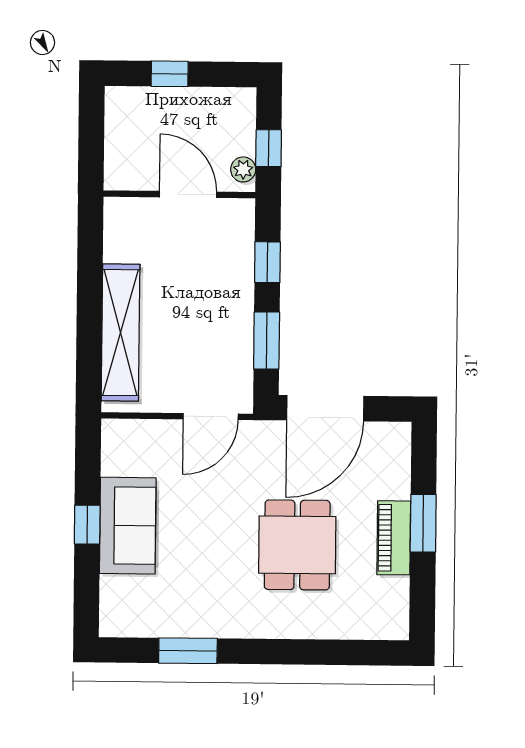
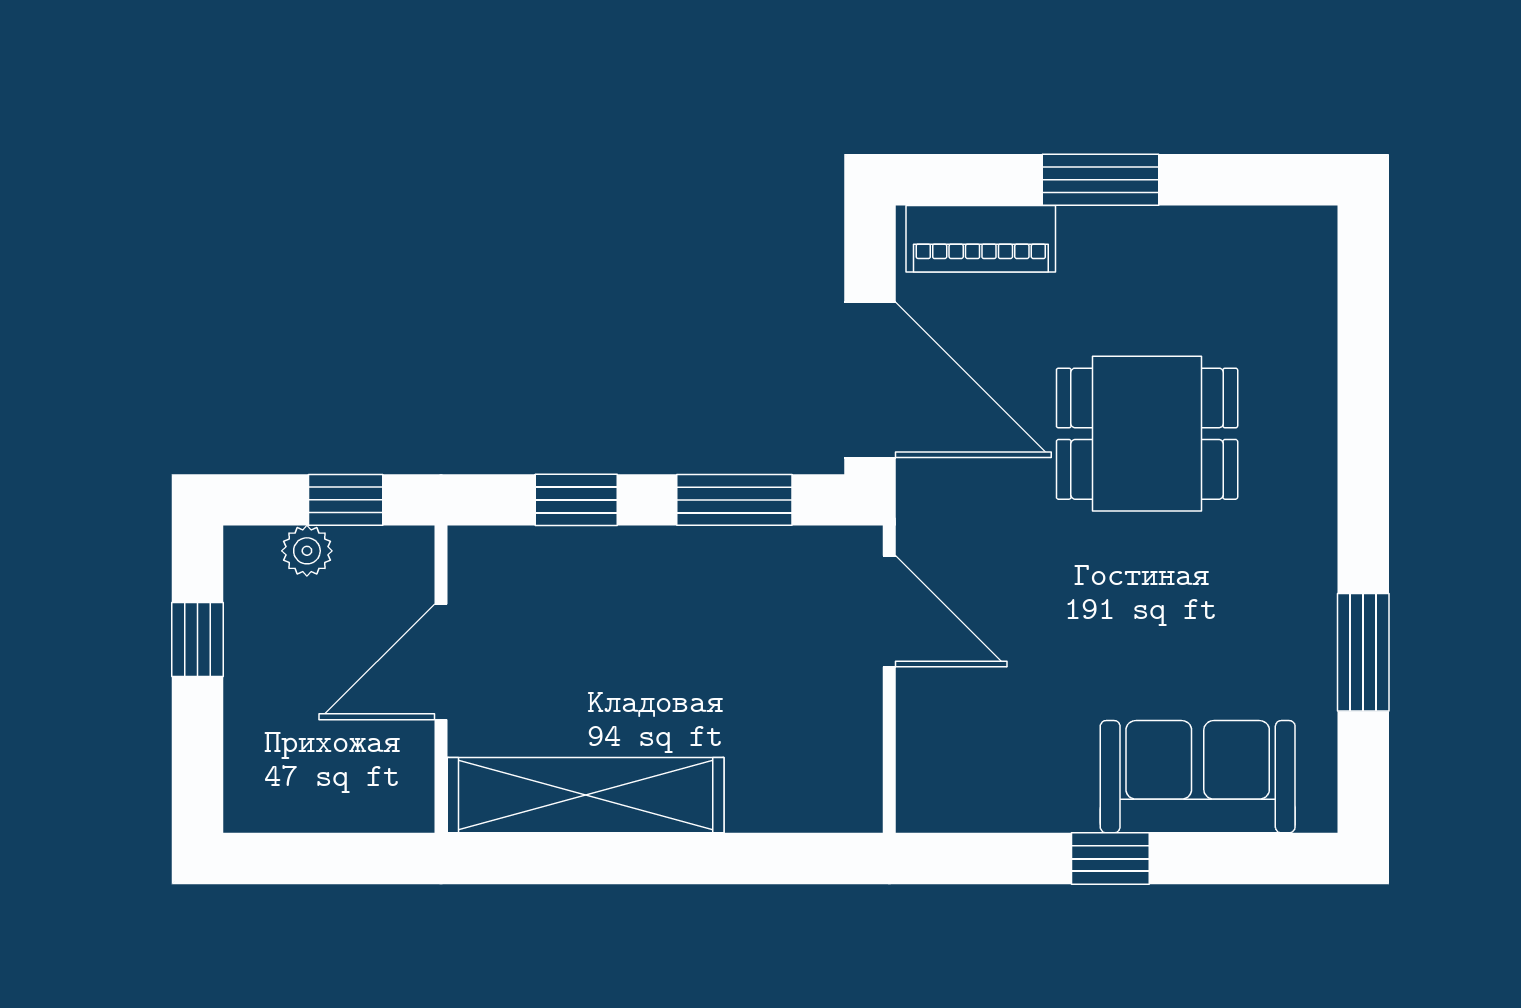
window: (170, 74) -> (198, 640), moved
plant: (243, 169) -> (307, 551), moved
shelving: (121, 333) -> (586, 795), moved
sofa: (128, 526) -> (1198, 777), moved
piano: (394, 538) -> (981, 239), moved

